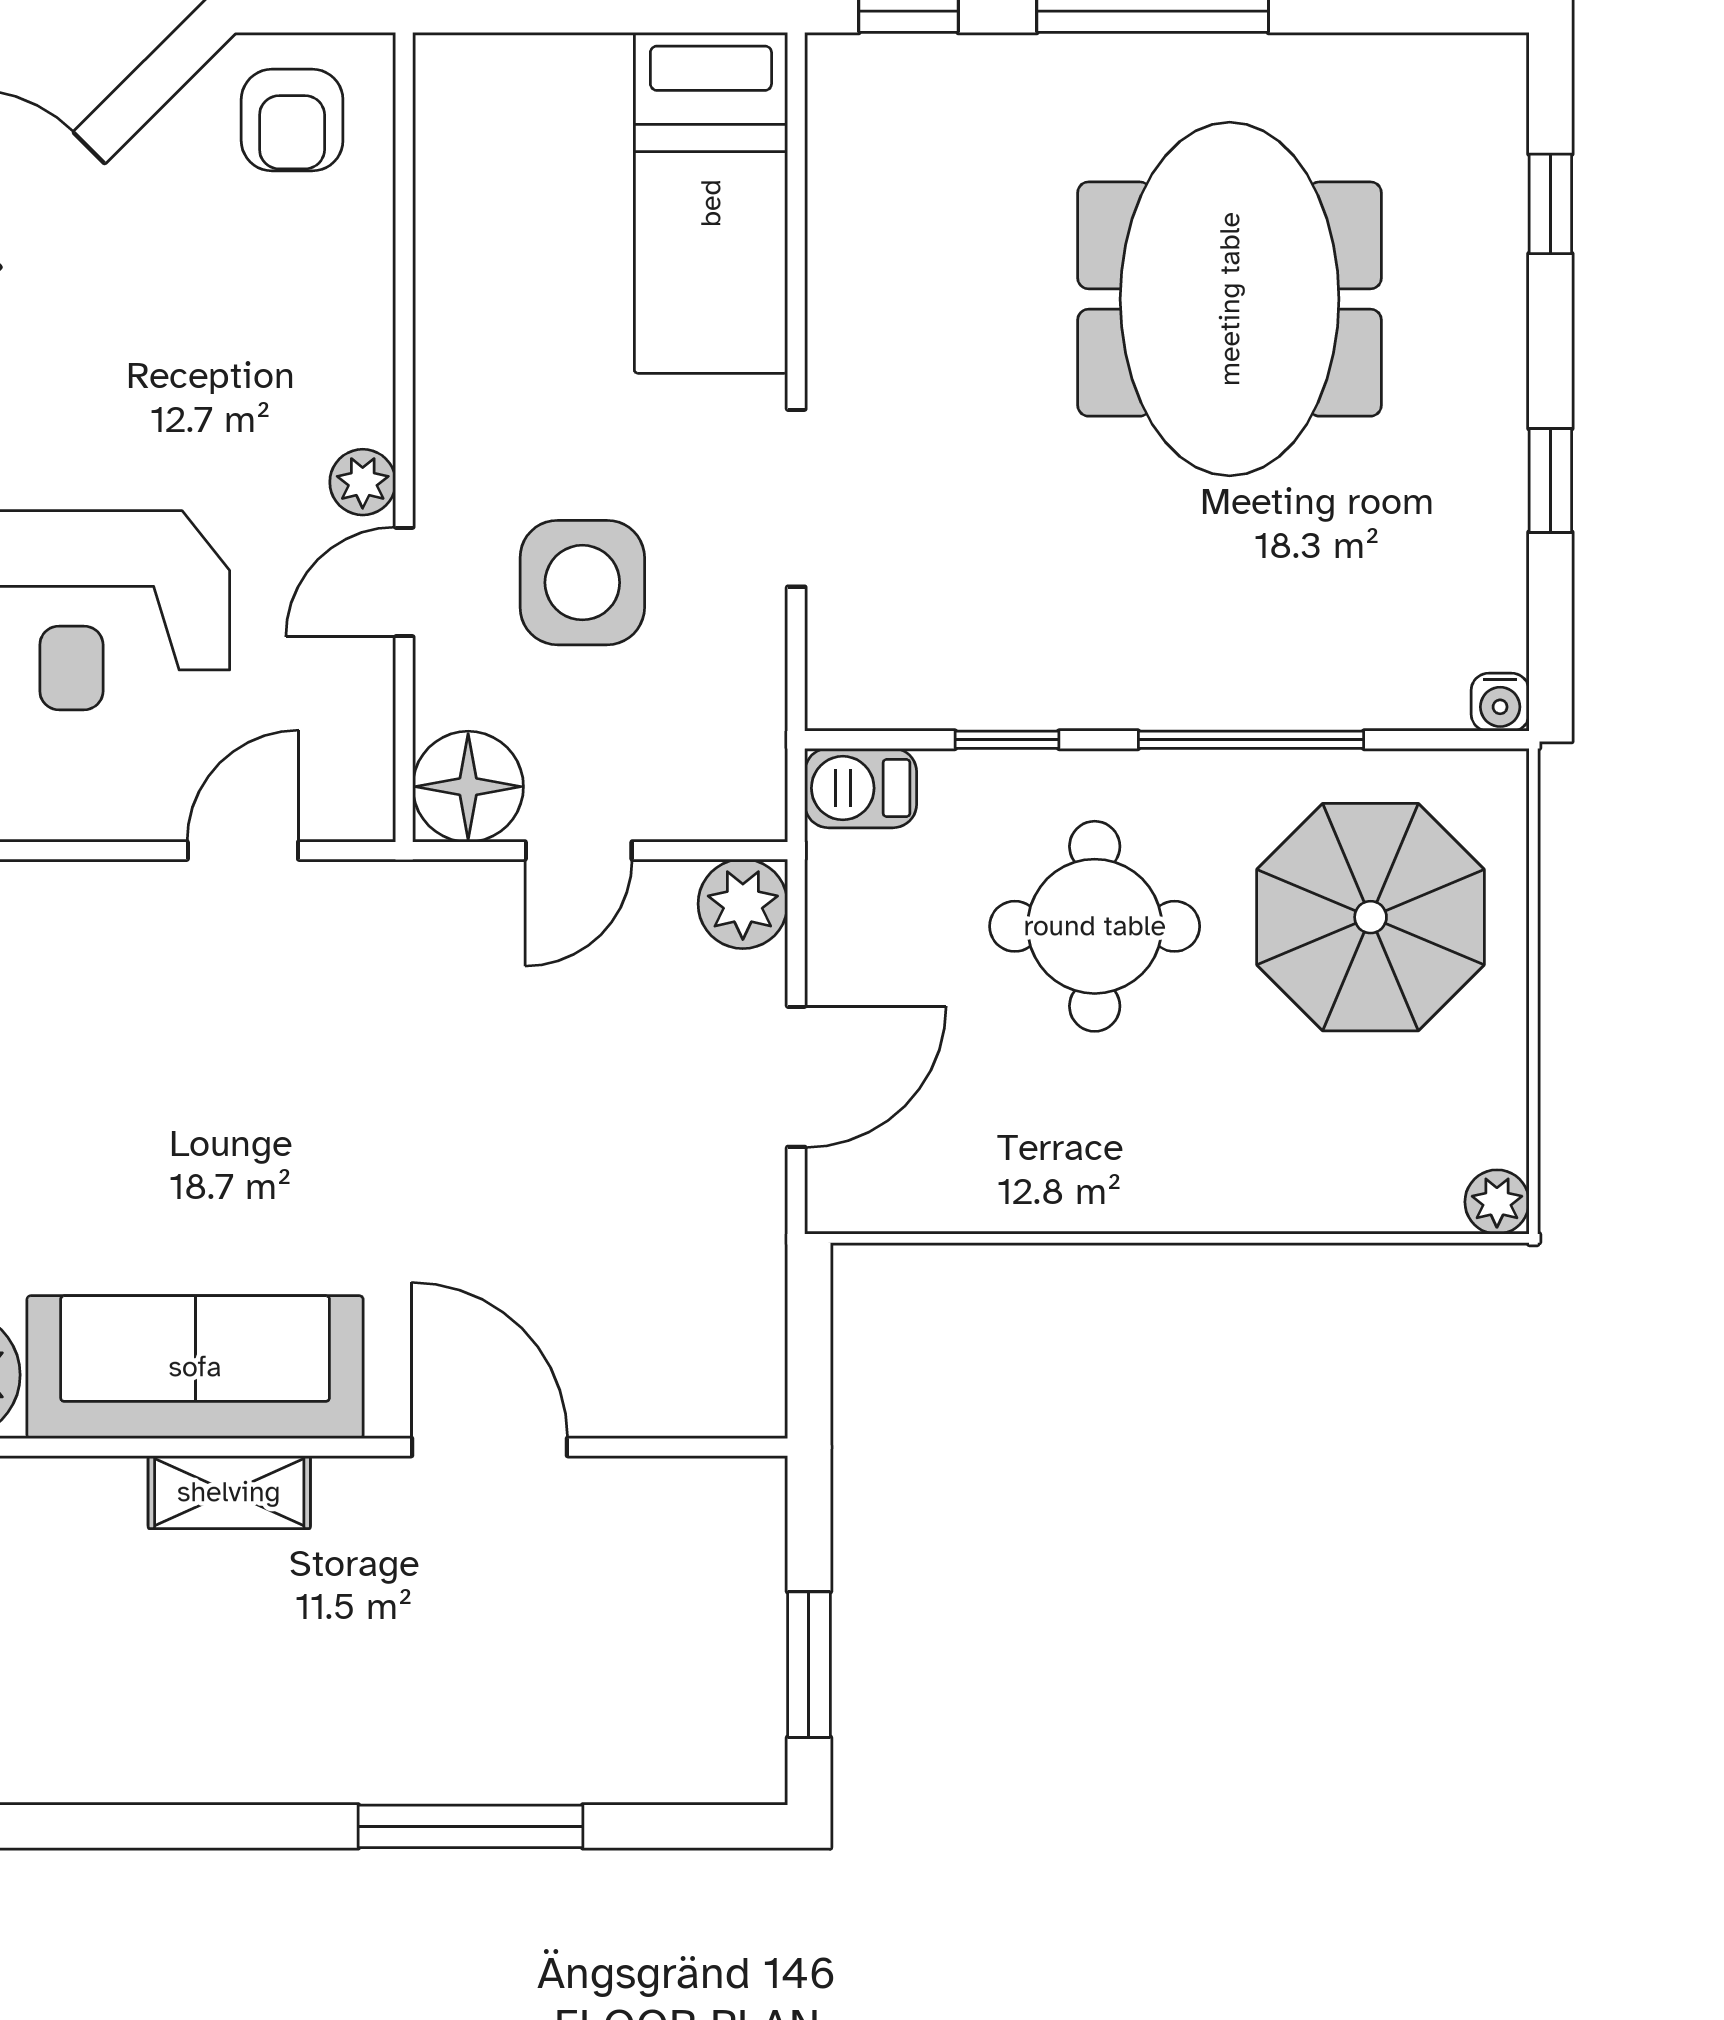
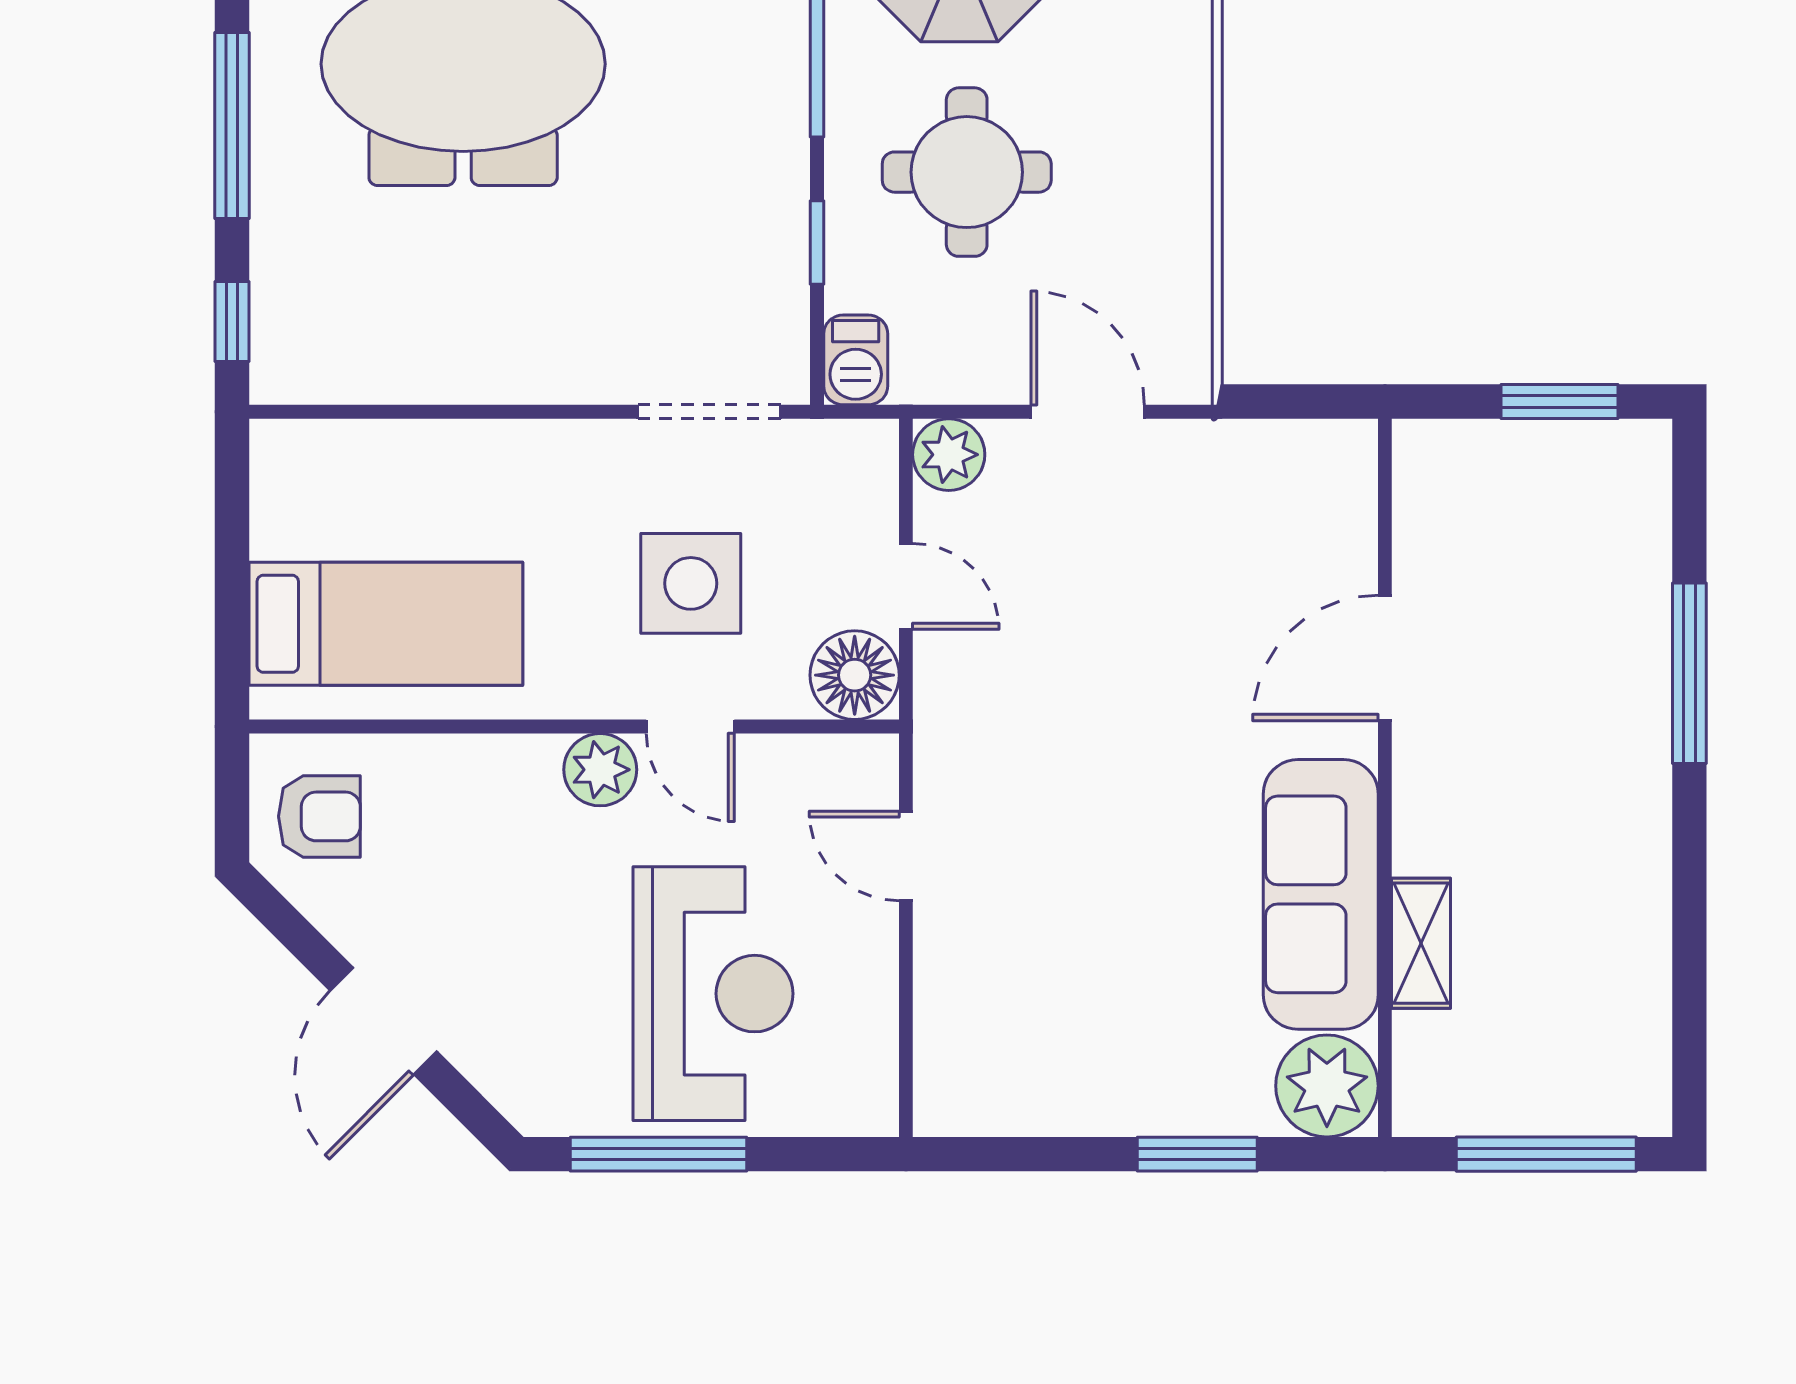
bed: (711, 203) -> (386, 624), moved
plant: (363, 482) -> (600, 770), width x1.38, depth x1.38
doorway: (796, 498) -> (709, 412), moved
shelving: (229, 1492) -> (1421, 943), moved

